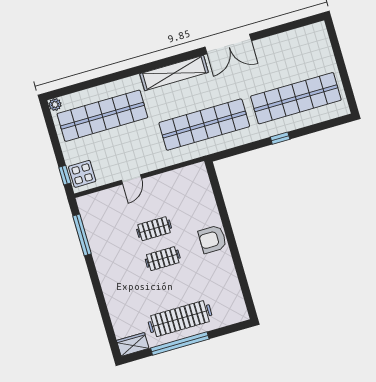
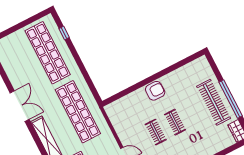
window: (280, 138) -> (64, 33), moved
armchair: (212, 239) -> (155, 91), turned -90

